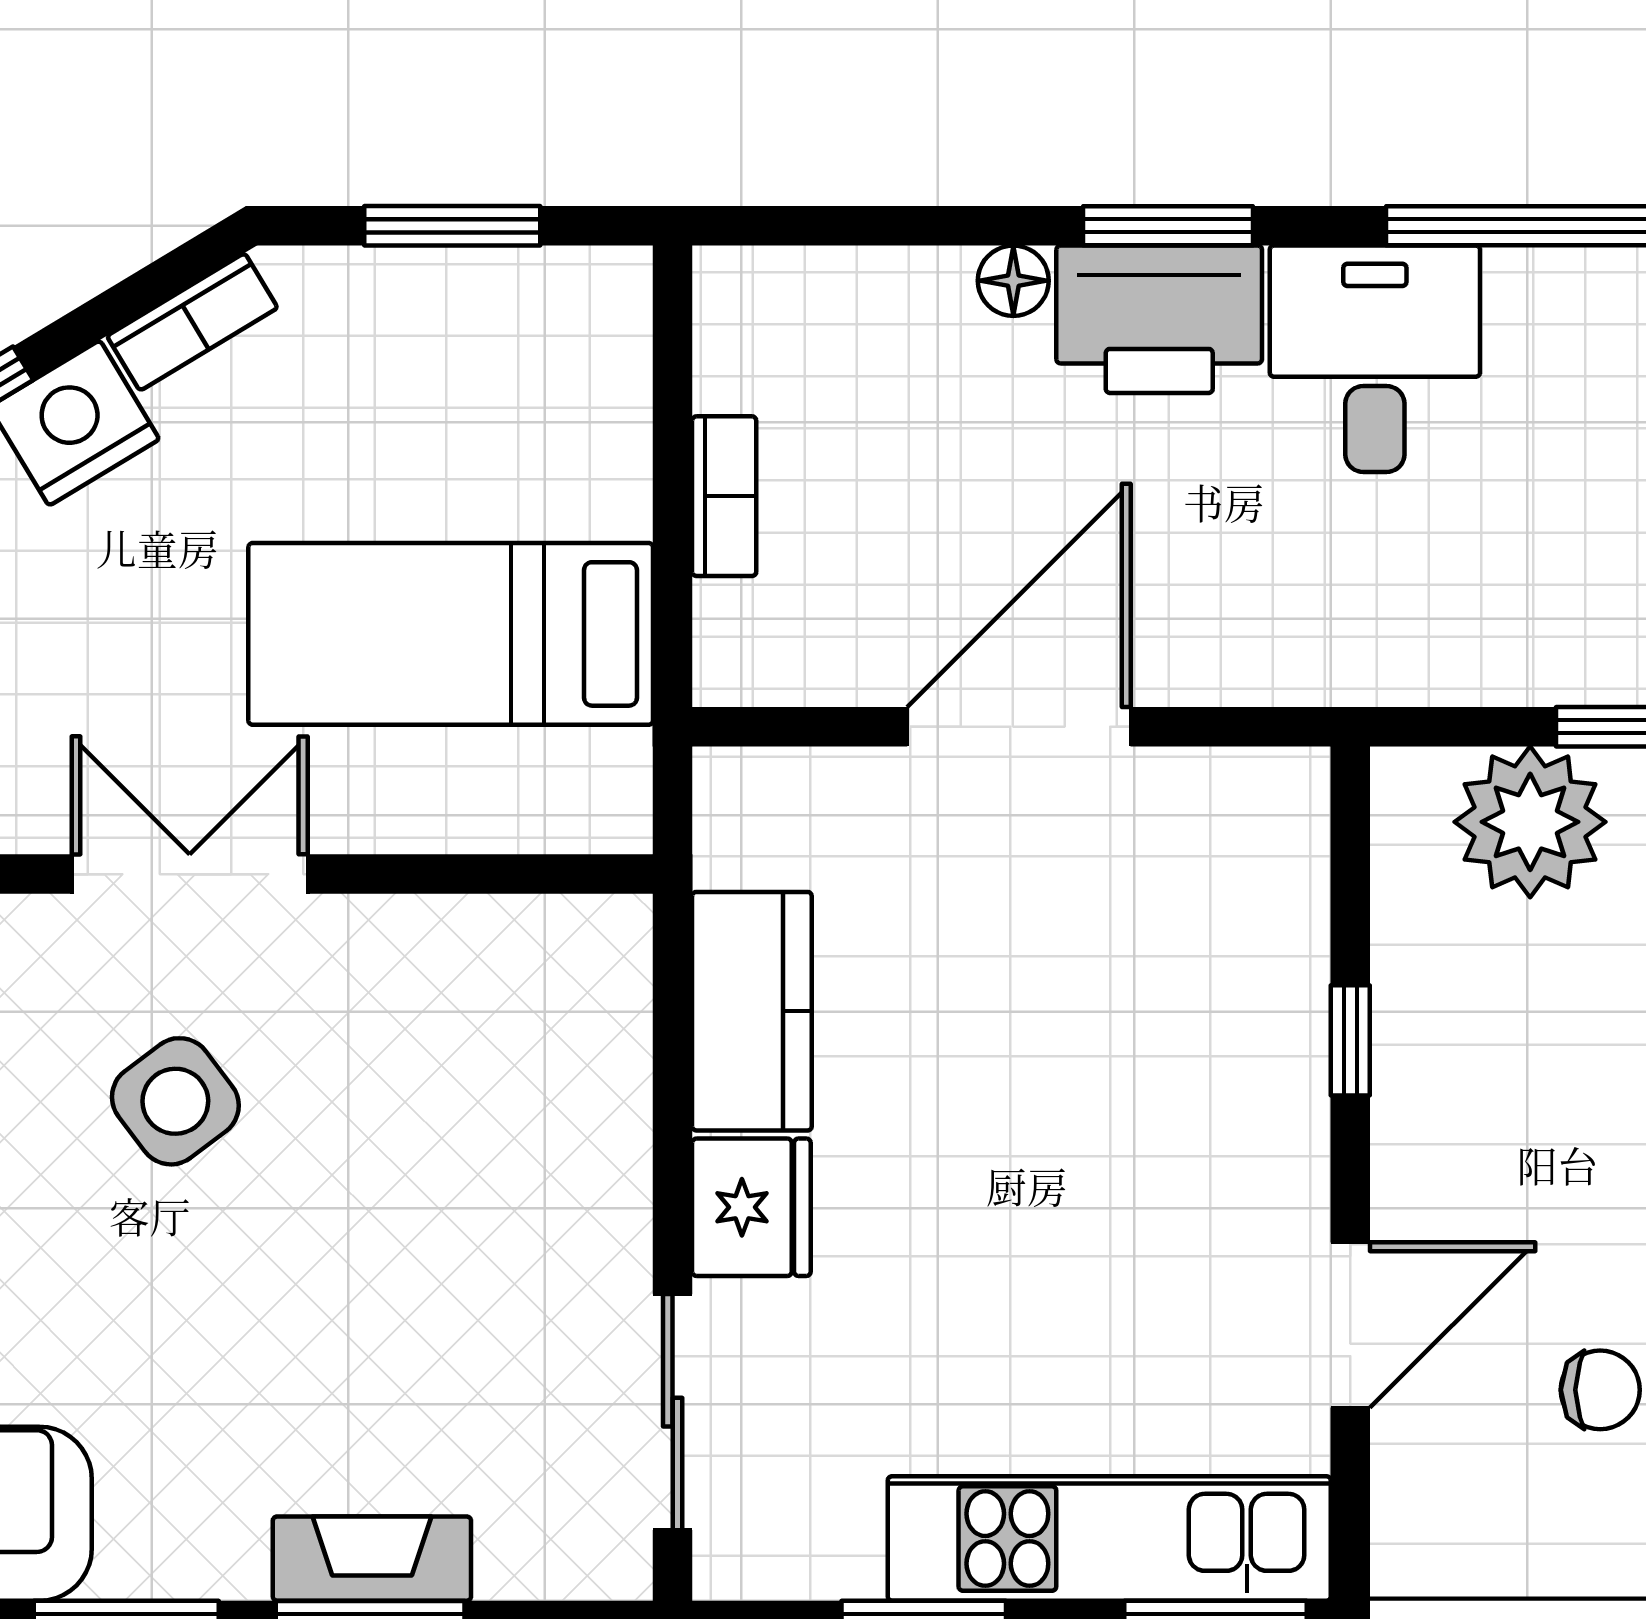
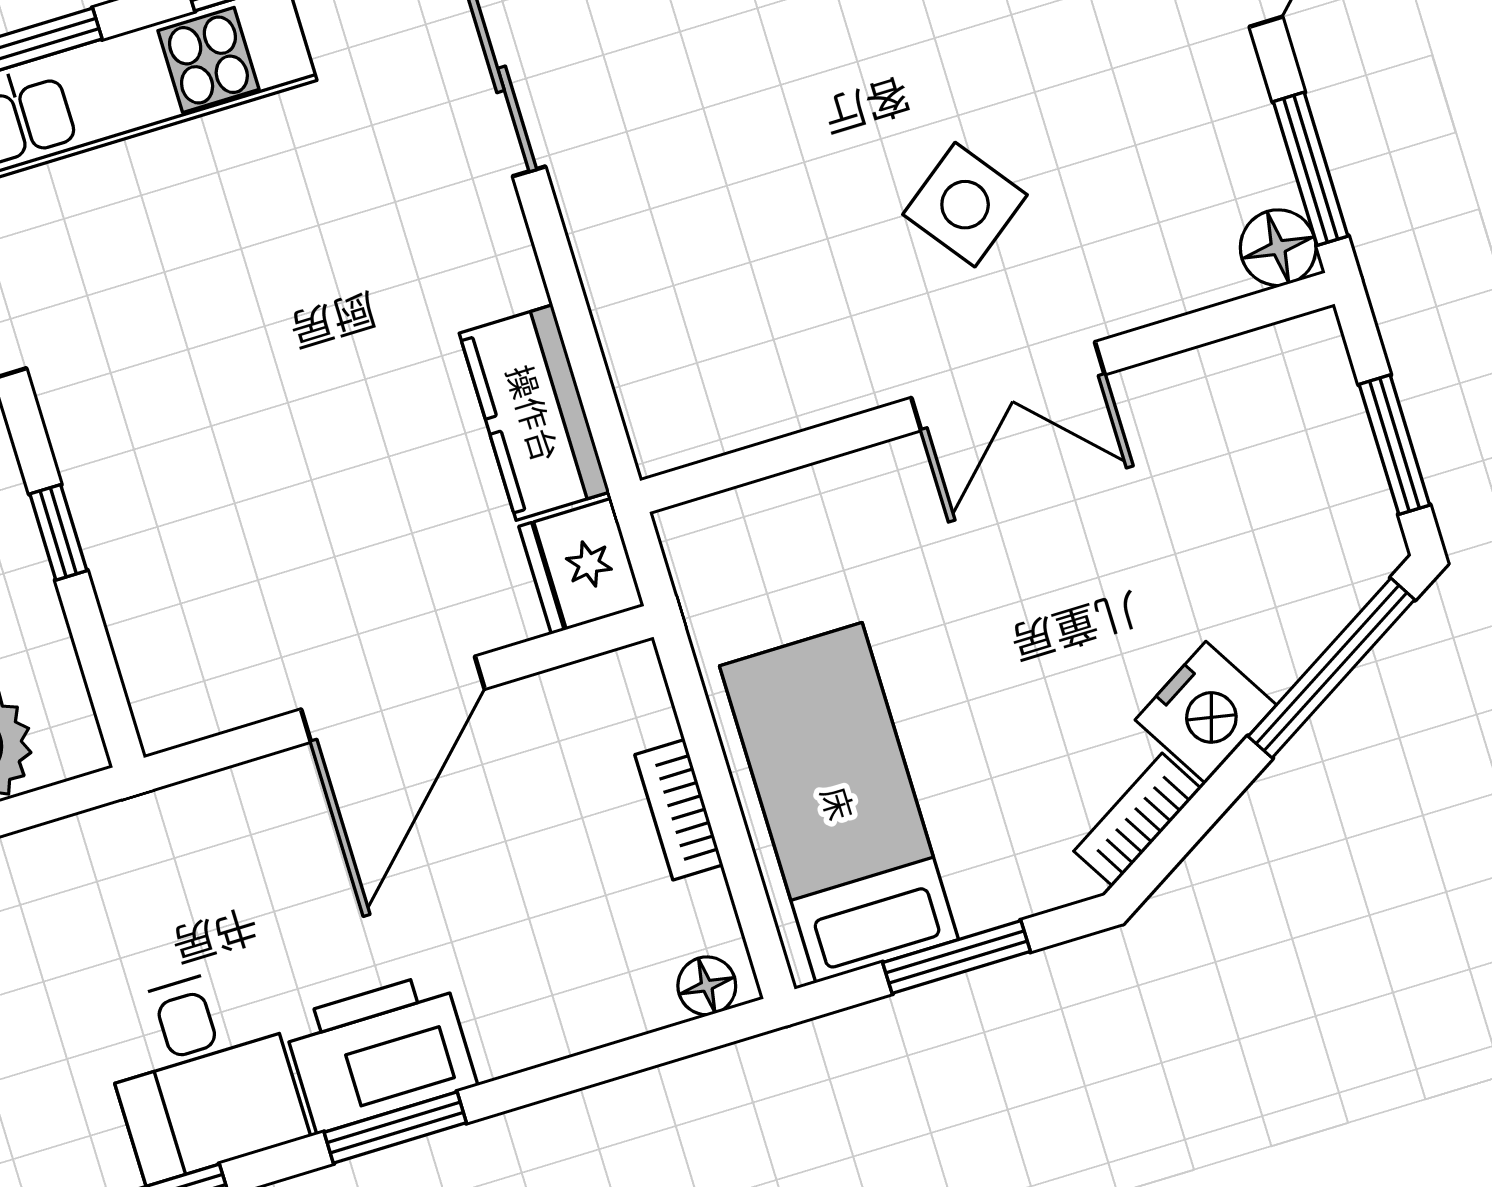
floor lamp: (1013, 281) -> (707, 986), moved
bed: (451, 634) -> (839, 803), moved, turned -90
fridge: (751, 1207) -> (581, 566), moved

